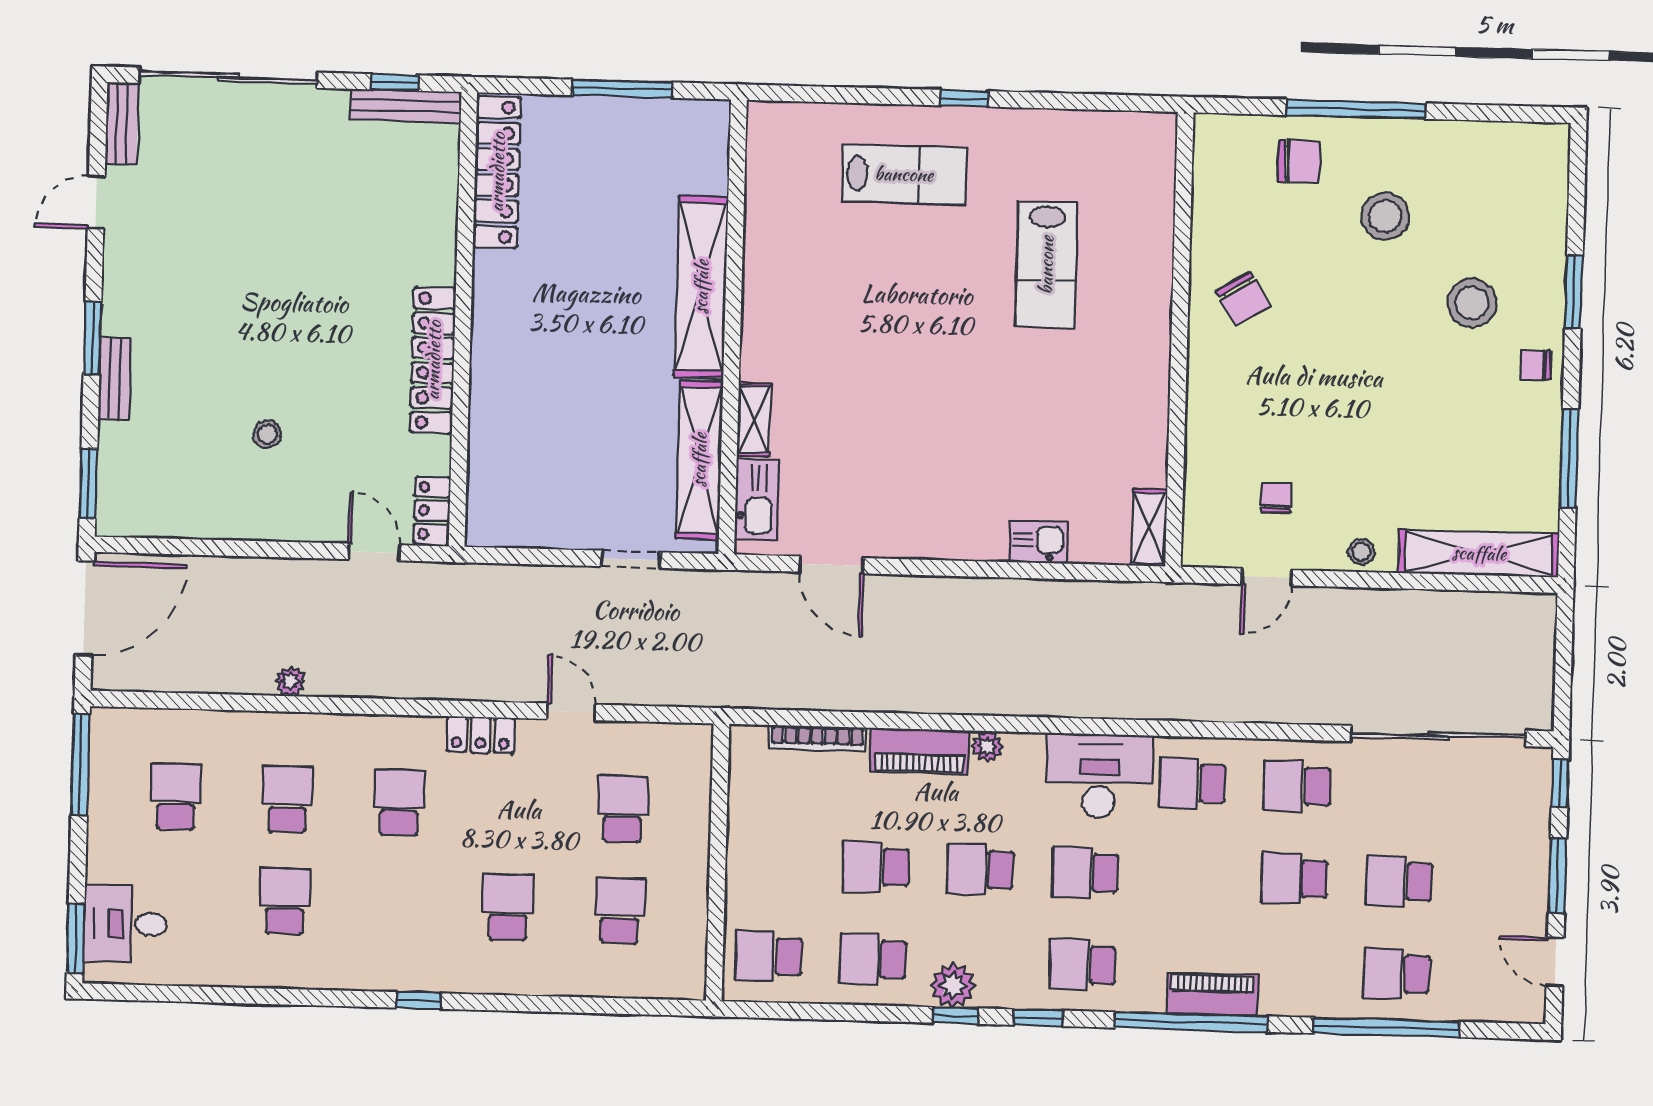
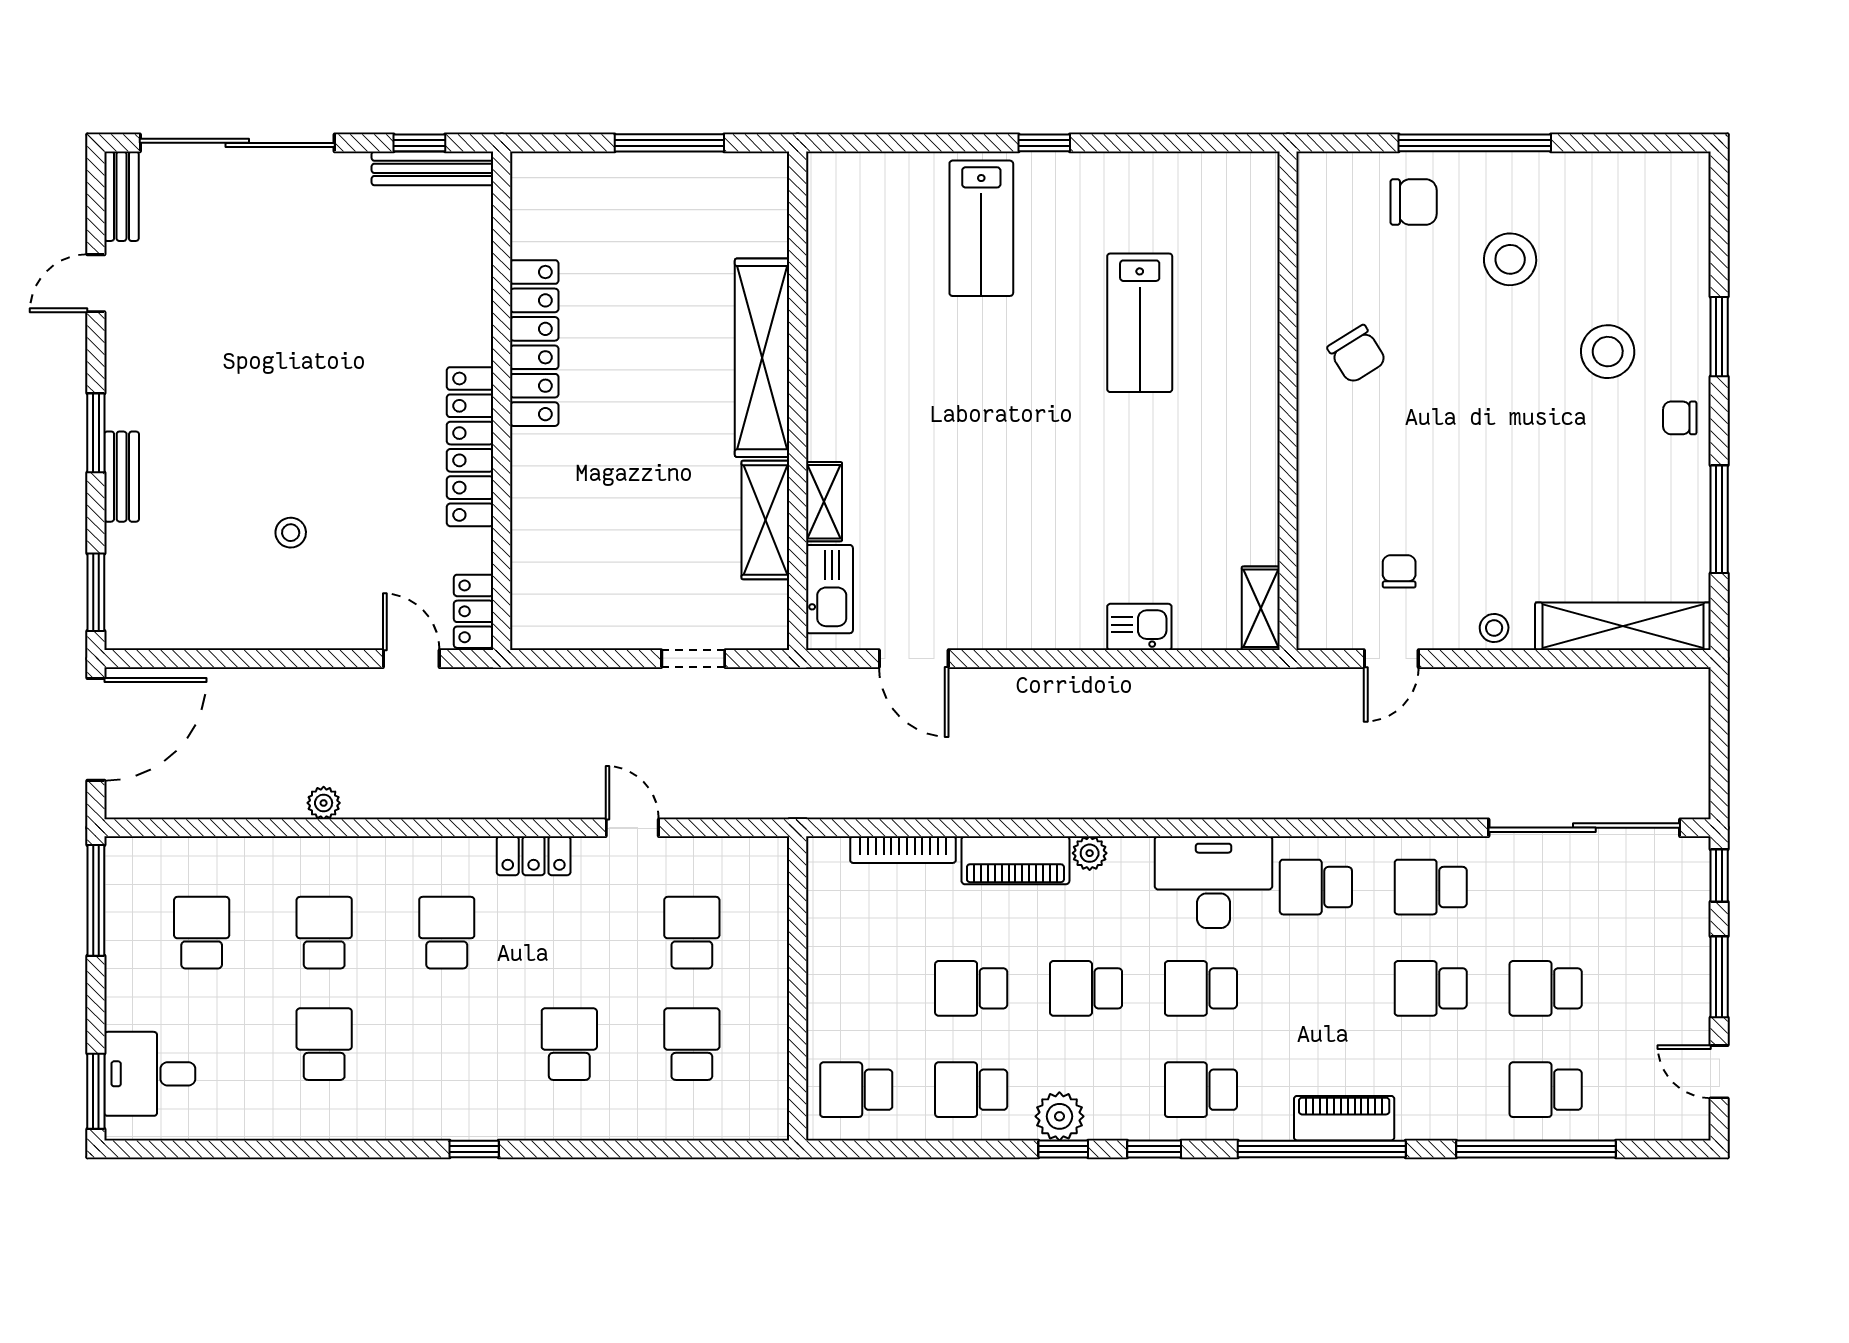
locker: (497, 172) -> (534, 343), moved
lab bench: (904, 174) -> (981, 228), turned 90
shelving: (699, 460) -> (765, 520), width x0.68

